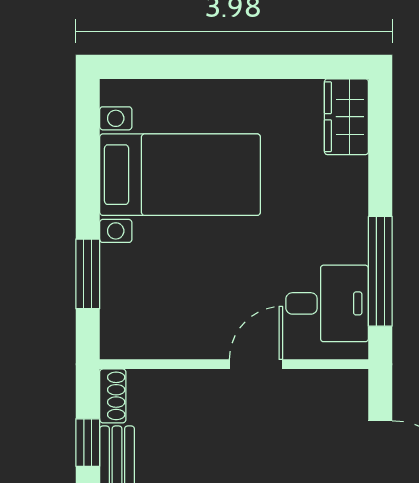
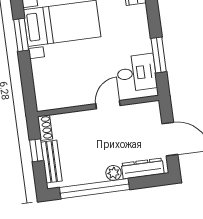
window: (380, 271) -> (159, 55), width x0.69
window: (88, 274) -> (21, 35), moved

